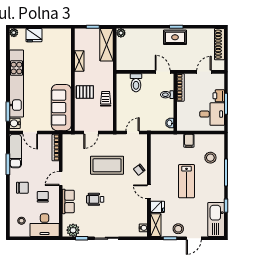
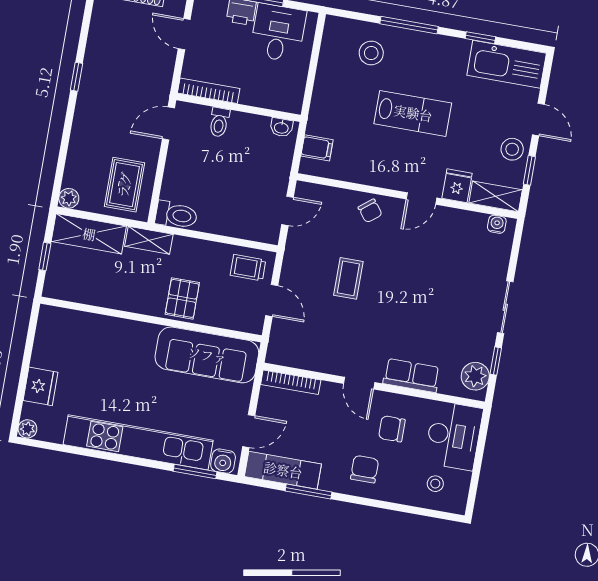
rug: (175, 37) -> (124, 185), moved
shelving: (79, 61) -> (149, 240), moved
toilet: (136, 83) -> (176, 215), moved
trolley: (106, 99) -> (248, 268), moved
door: (133, 132) -> (288, 211), swing flipped
filing cabinet: (189, 141) -> (317, 148), moved
coffee table: (107, 165) -> (348, 278), width x0.54, depth x0.58
wheelchair: (95, 199) -> (417, 317), removed

